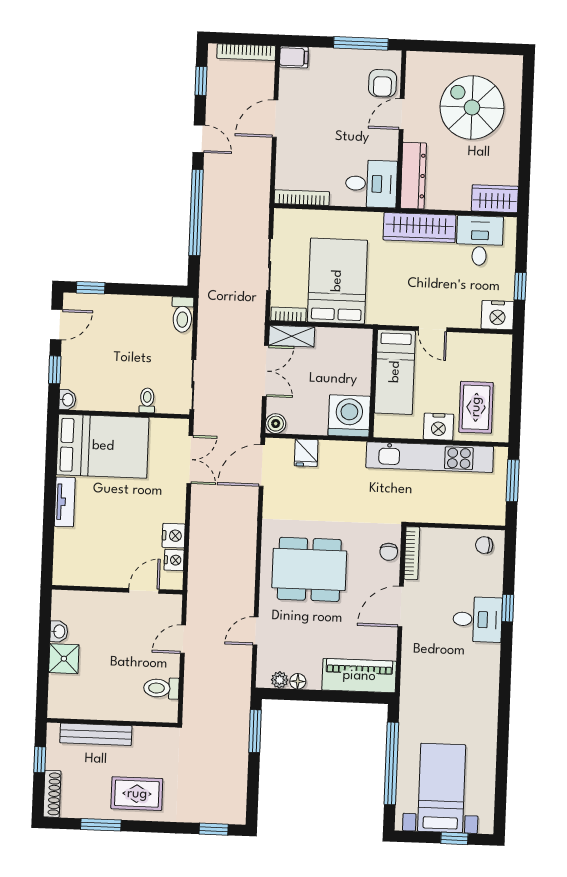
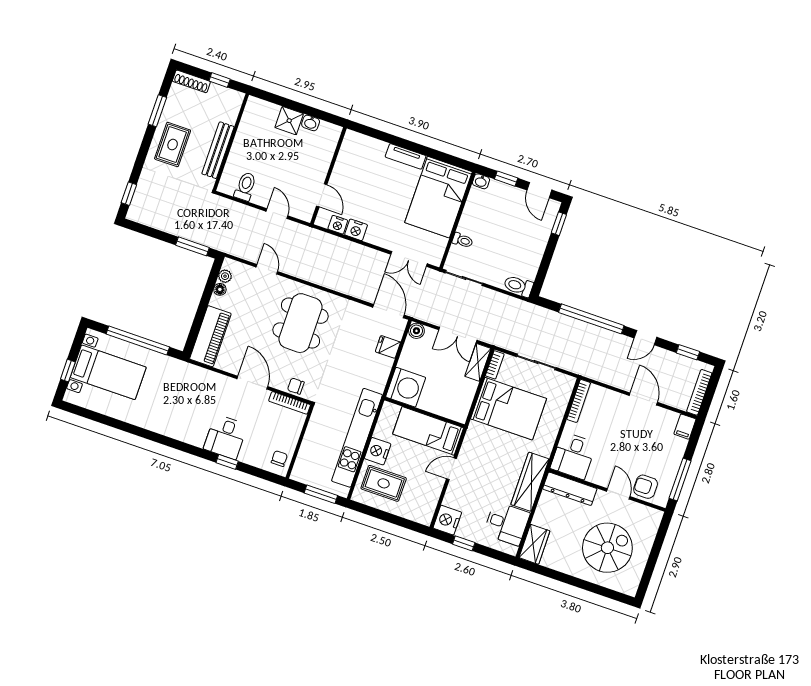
bench: (96, 734) -> (218, 150), moved

